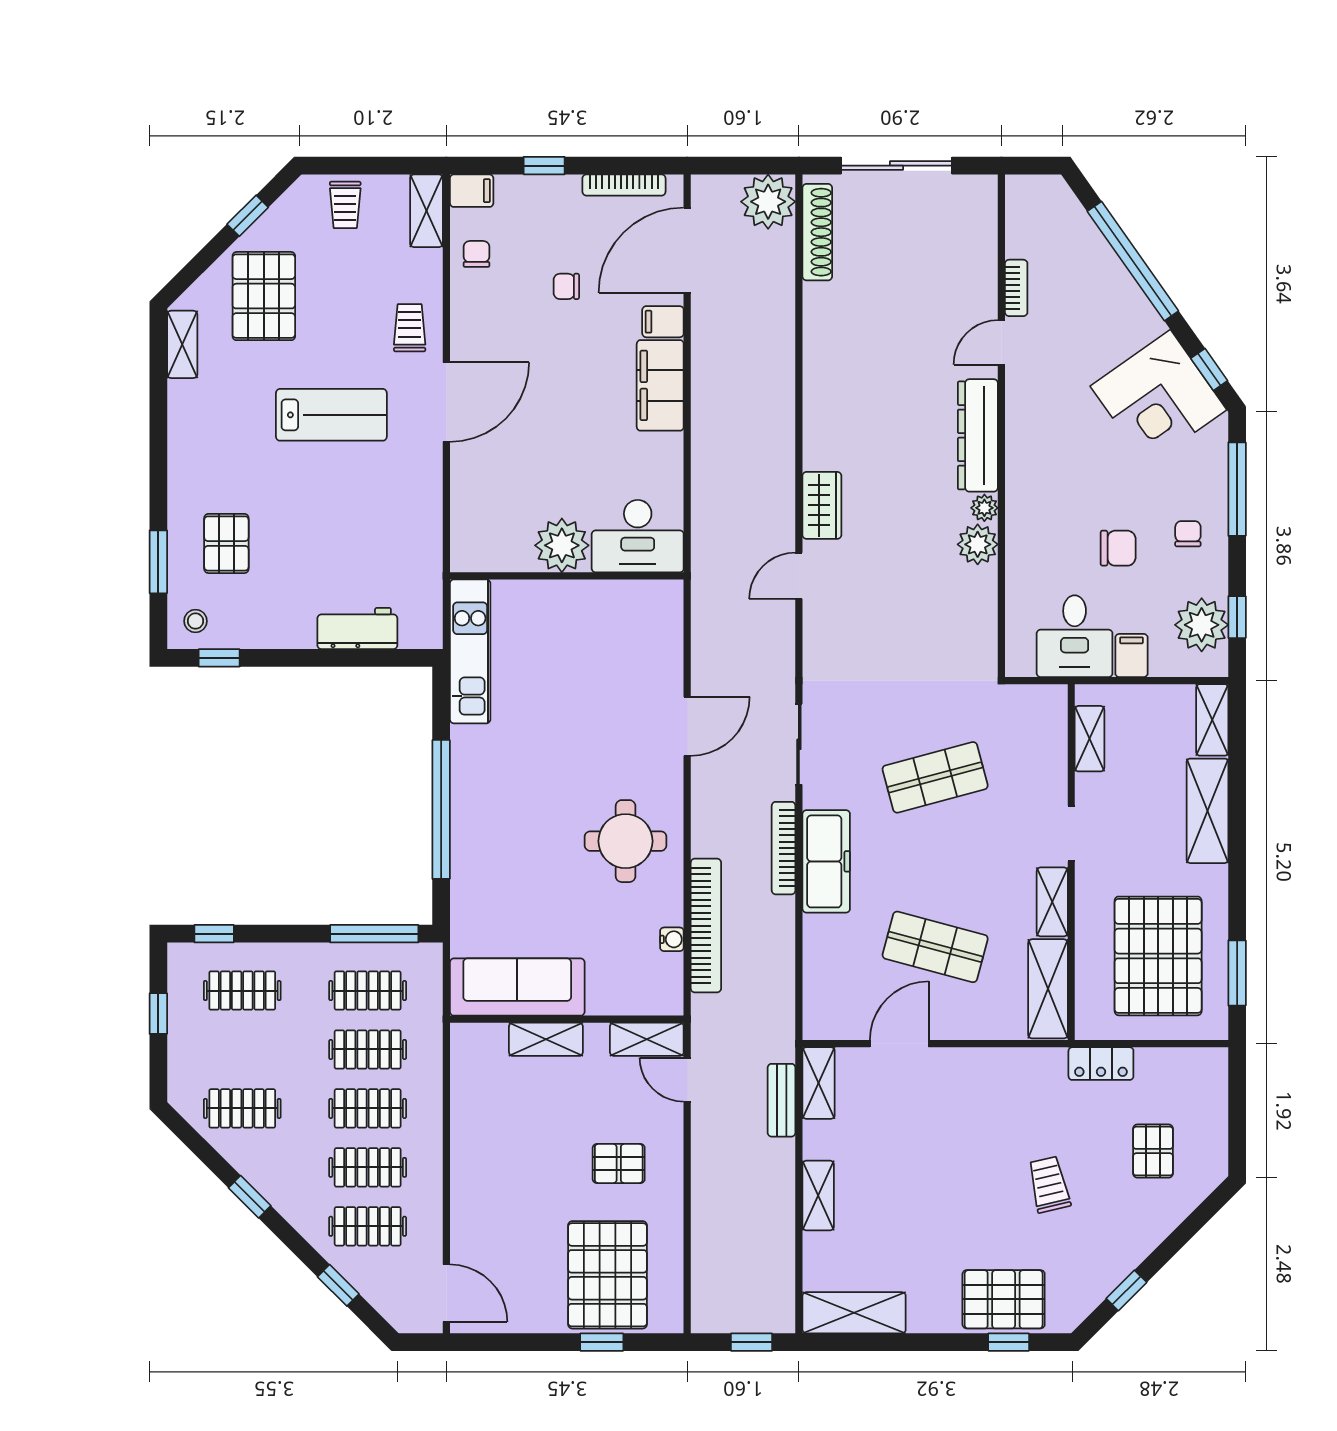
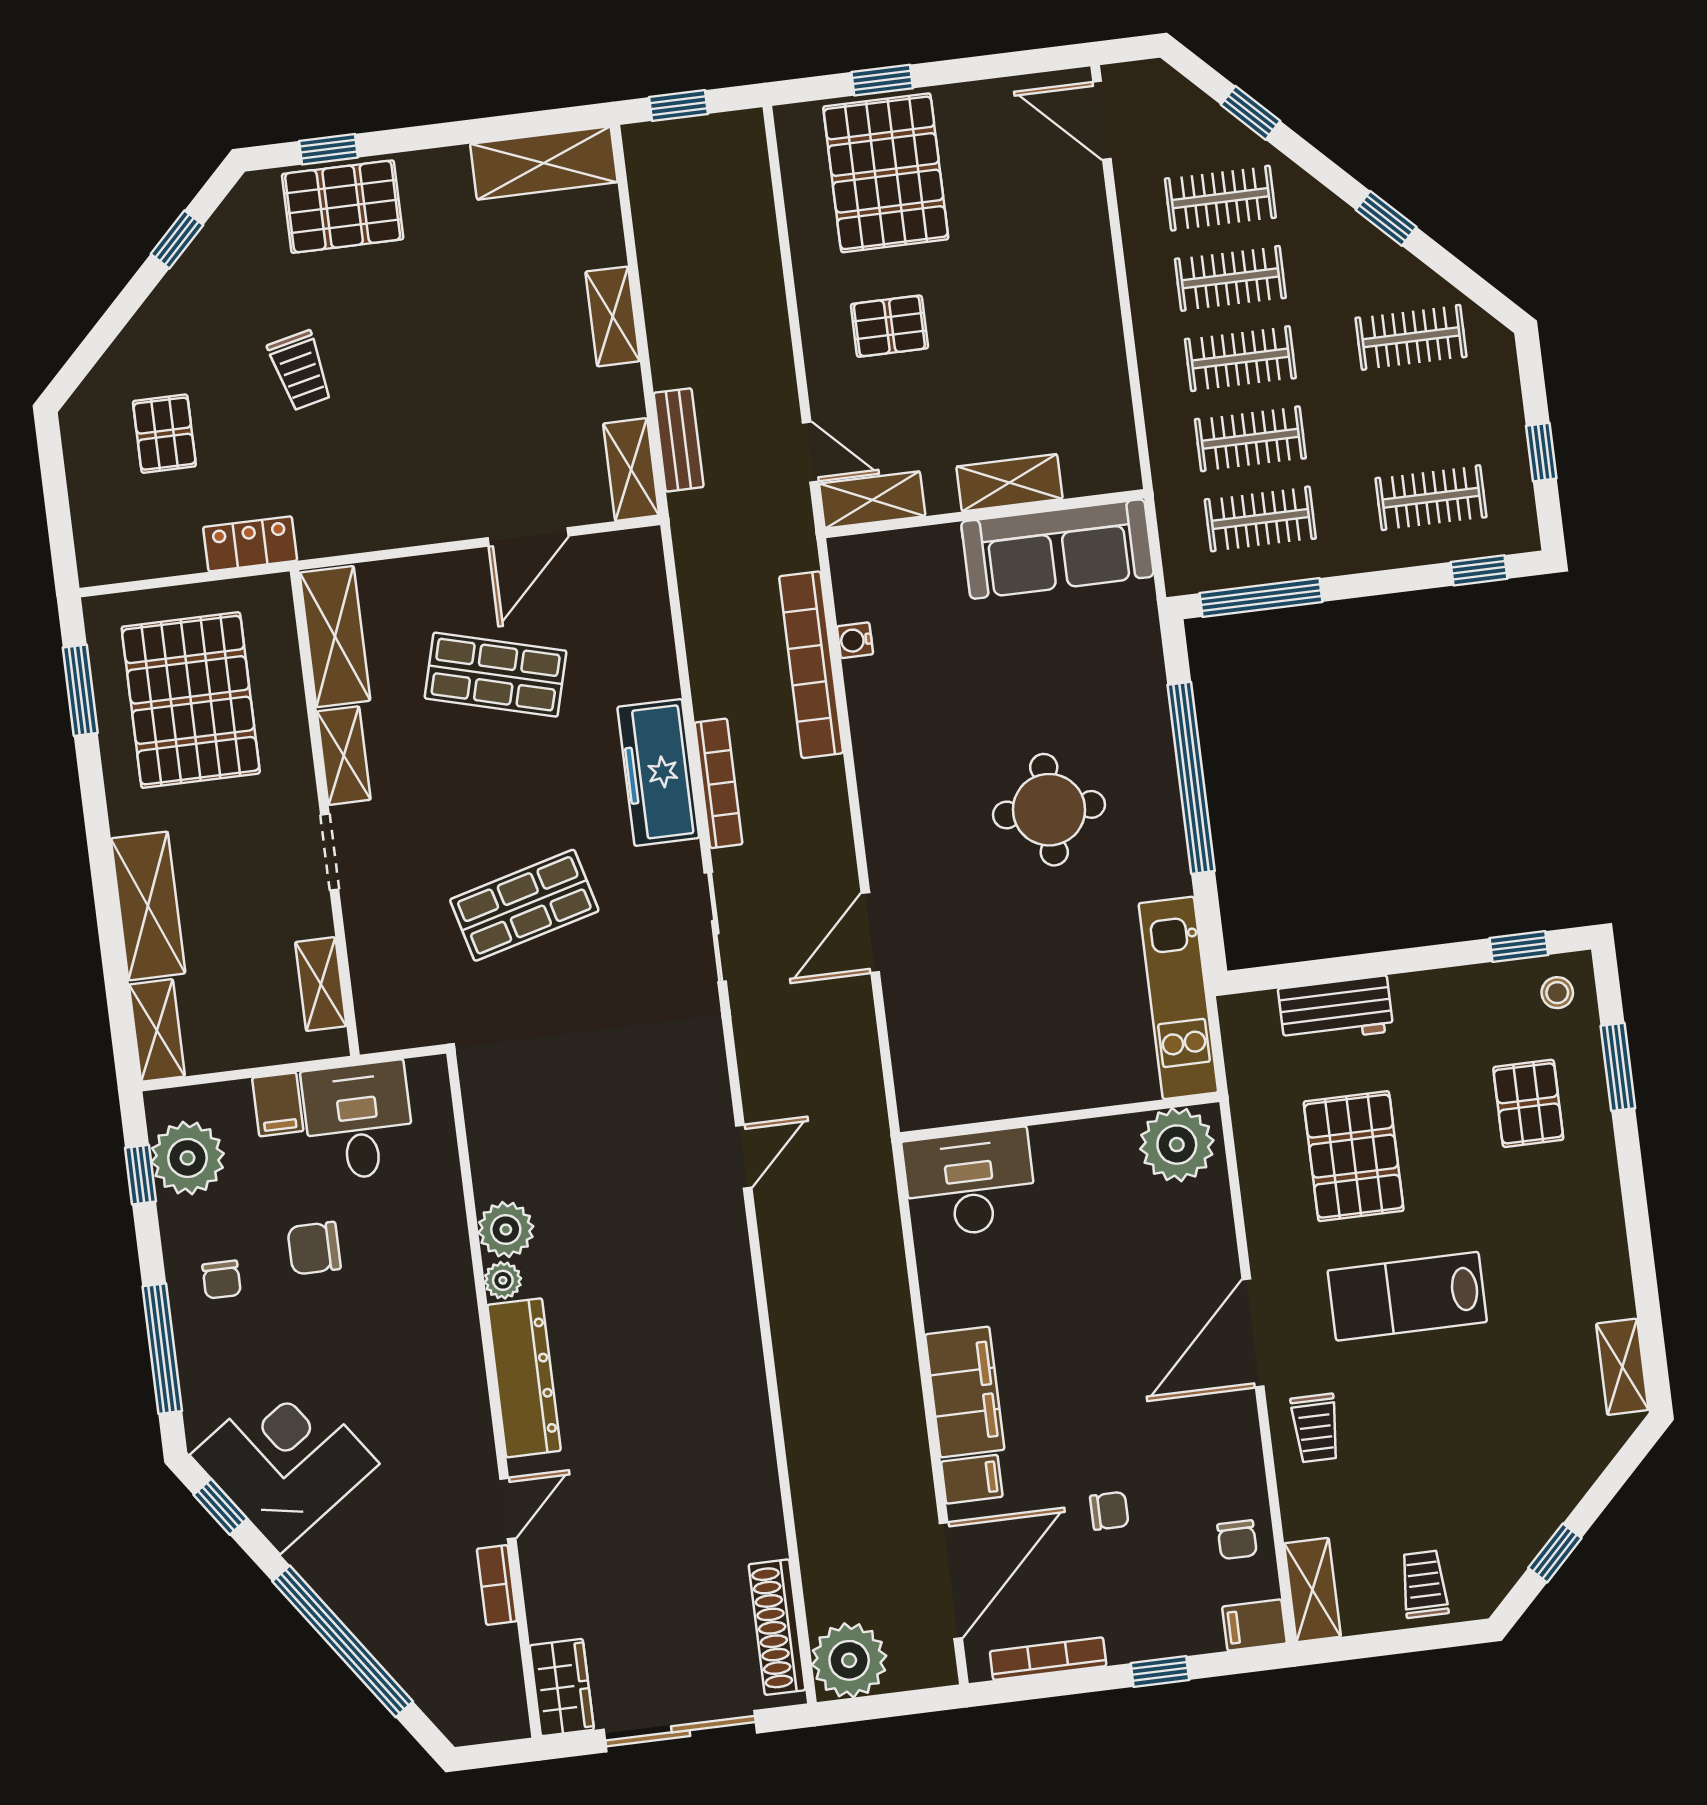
pallet: (264, 296) -> (1354, 1156), moved
wardrobe: (822, 505) -> (562, 1688), moved, turned 180
plant: (562, 545) -> (1177, 1145), moved
round table: (626, 841) -> (1049, 810), moved

